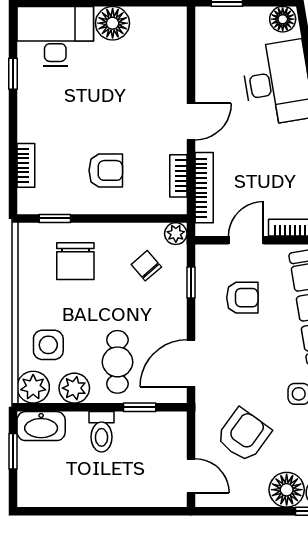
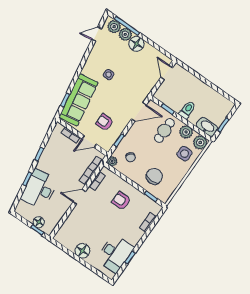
floor lamp: (283, 19) -> (39, 222), moved
desk: (55, 36) -> (115, 253), moved, turned -90
armchair: (244, 435) -> (138, 74), removed

